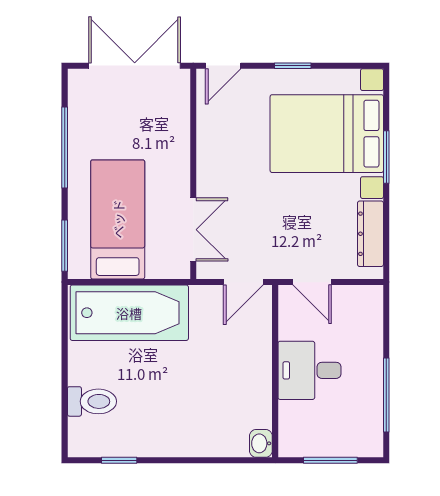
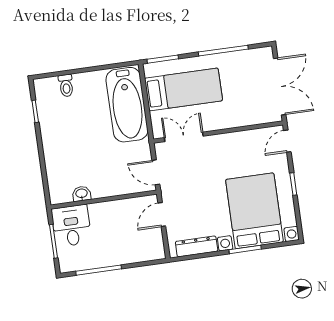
door: (223, 66) -> (287, 141), hinge flipped
double door: (193, 230) -> (184, 137), swing flipped
desk: (310, 370) -> (71, 226), moved
toilet: (92, 401) -> (66, 86), width x0.73, depth x0.72
washbasin: (261, 443) -> (82, 194), moved

